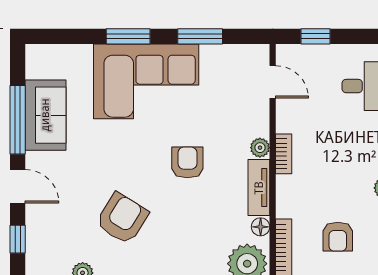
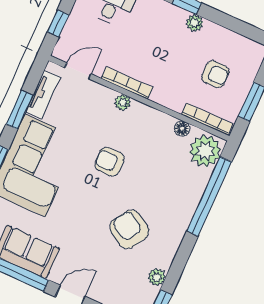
bookcase: (284, 154) -> (127, 83), width x1.56
tv unit: (259, 188) -> (43, 94), moved, turned -90

